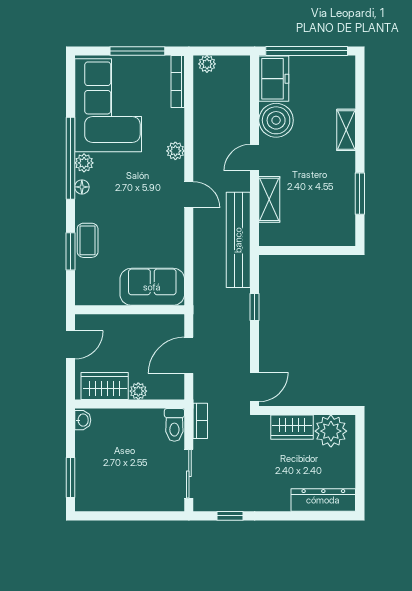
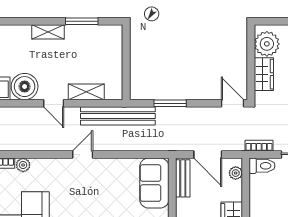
shelving: (346, 130) -> (48, 32), moved
plant: (175, 151) -> (23, 165), moved
window: (255, 307) -> (170, 103), width x1.50
bench: (158, 323) -> (183, 178), added
plant: (138, 391) -> (236, 173), moved

